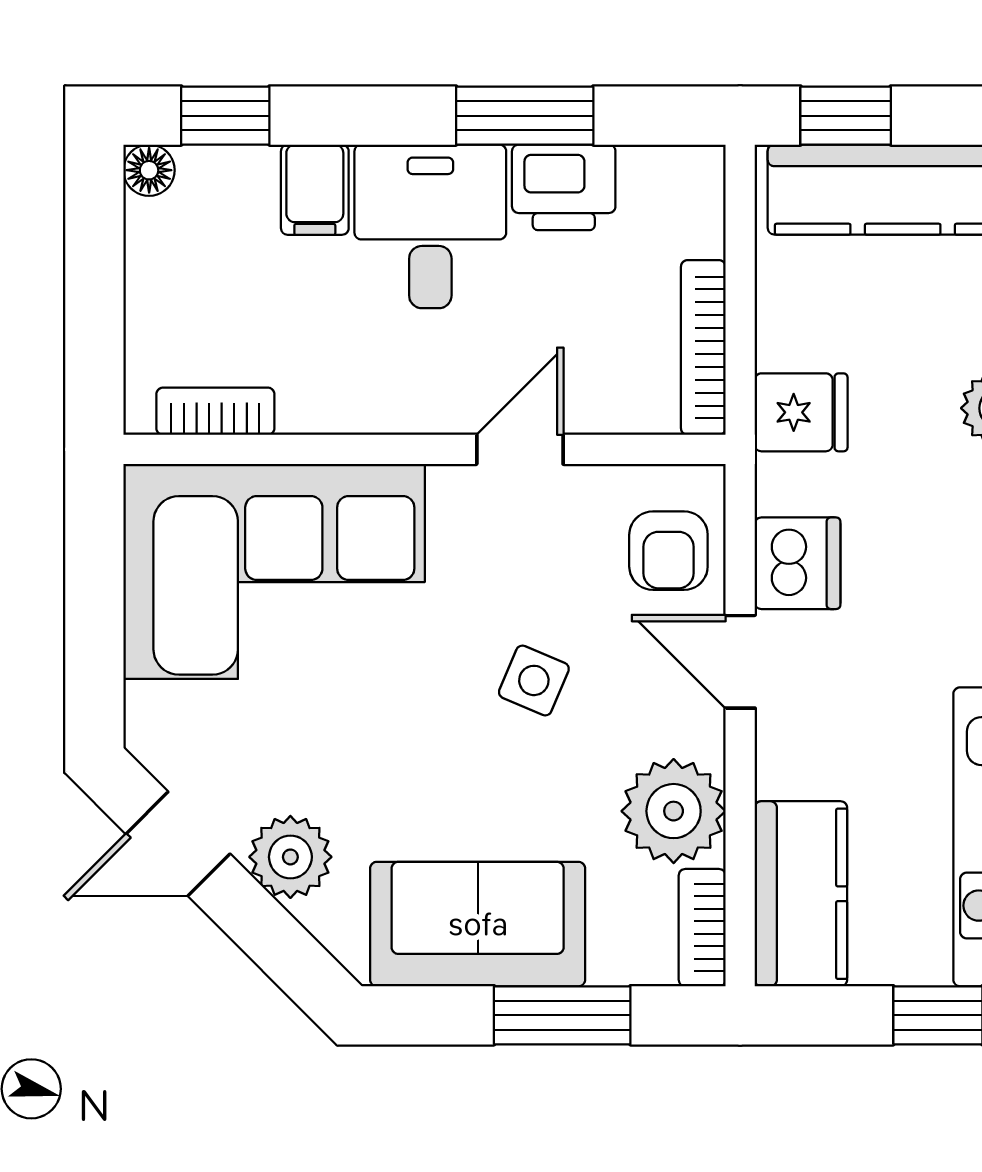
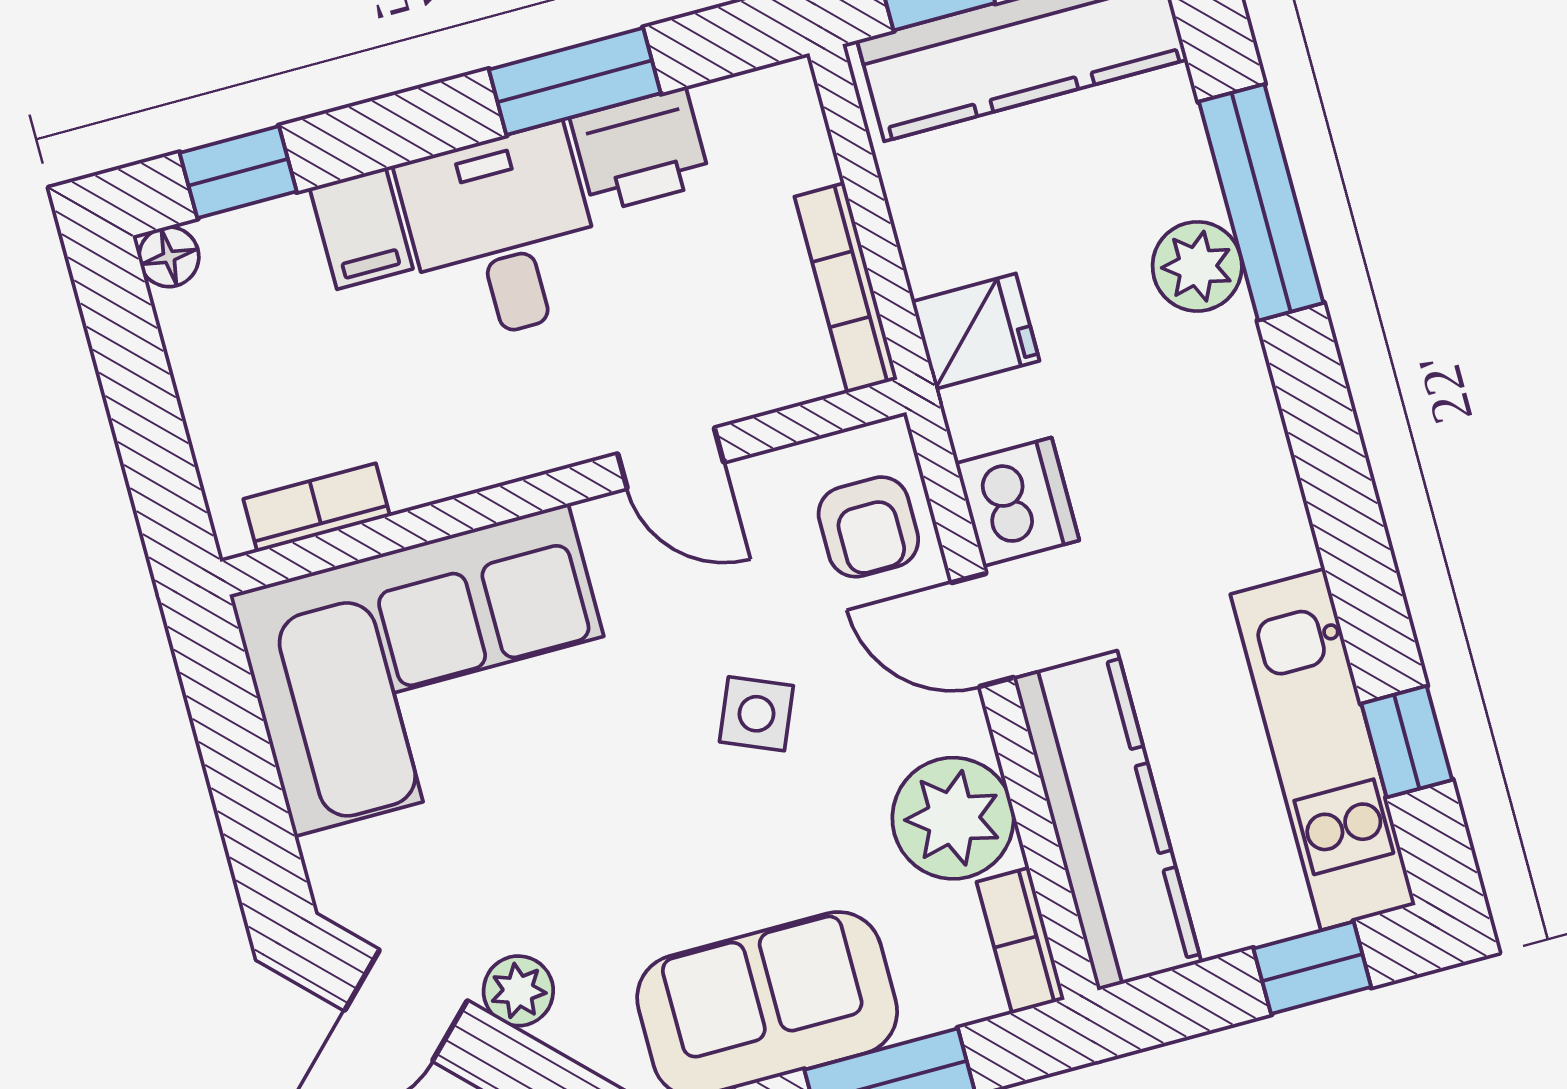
door: (520, 449) -> (671, 458), swing flipped
plant: (290, 857) -> (518, 991), width x0.73, depth x0.73
kitchen counter: (801, 894) -> (1107, 821), width x1.50

